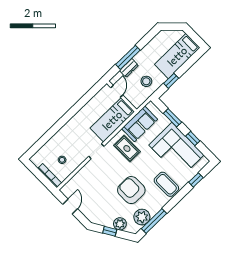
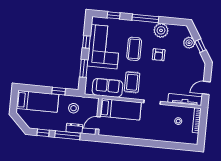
window: (147, 39) -> (43, 133), added
tv unit: (75, 181) -> (185, 99), added
coffee table: (166, 184) -> (134, 49), moved
armchair: (131, 190) -> (159, 55), width x0.53, depth x0.53
plant: (142, 217) -> (161, 30), moved
window: (154, 221) -> (145, 18), moved

